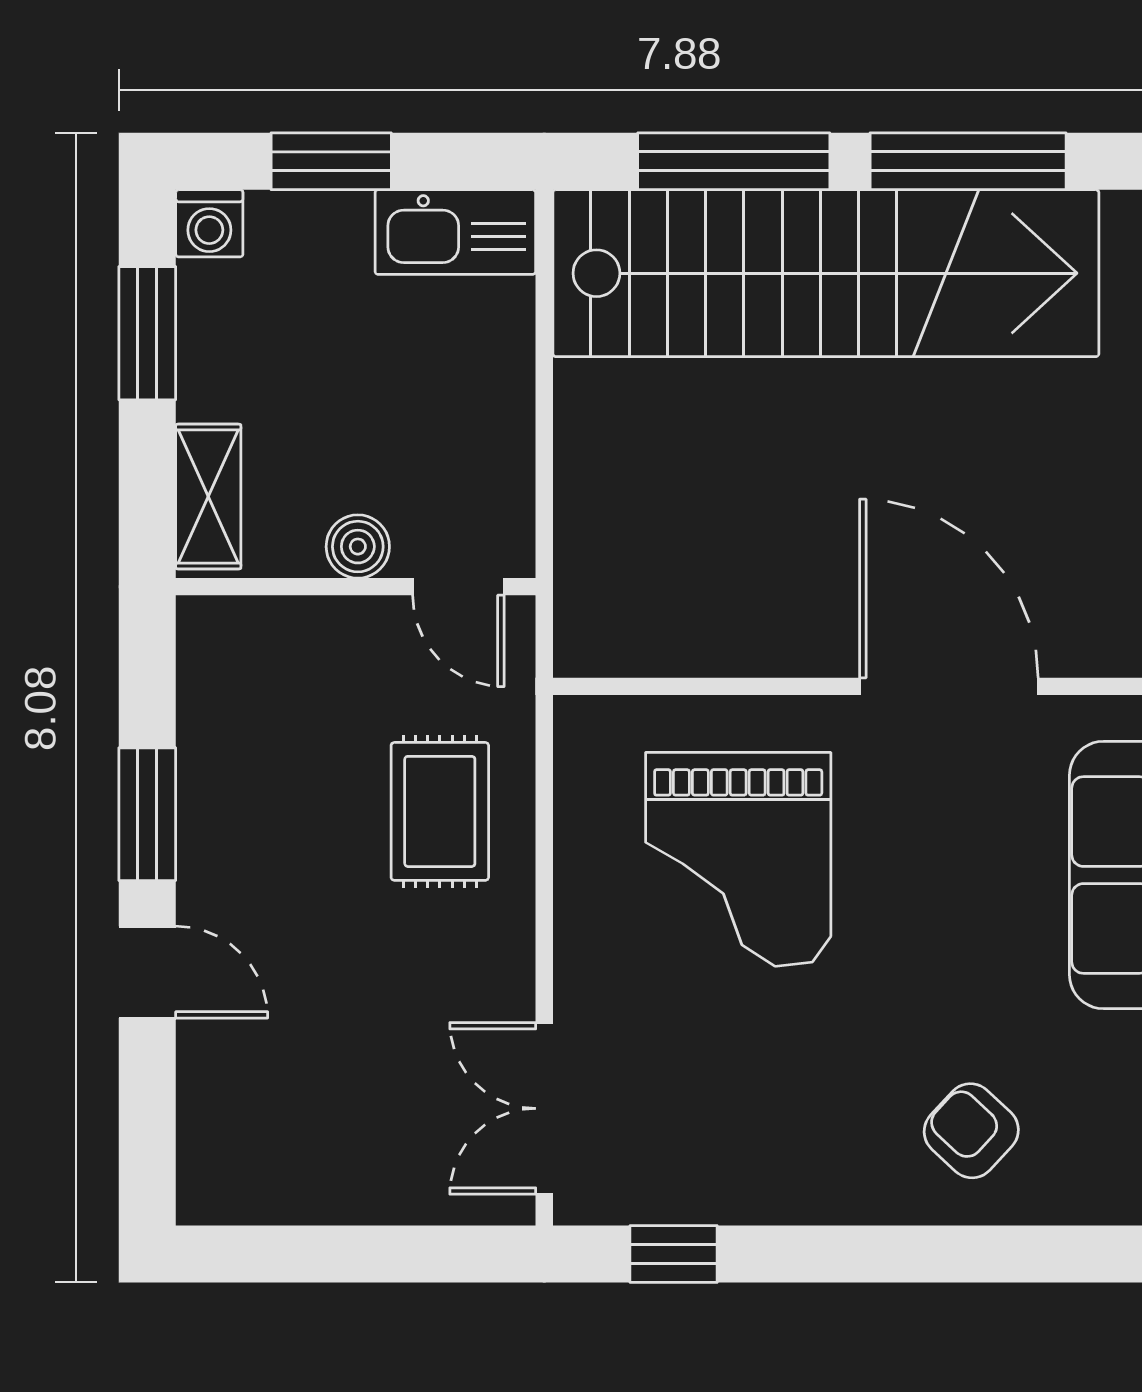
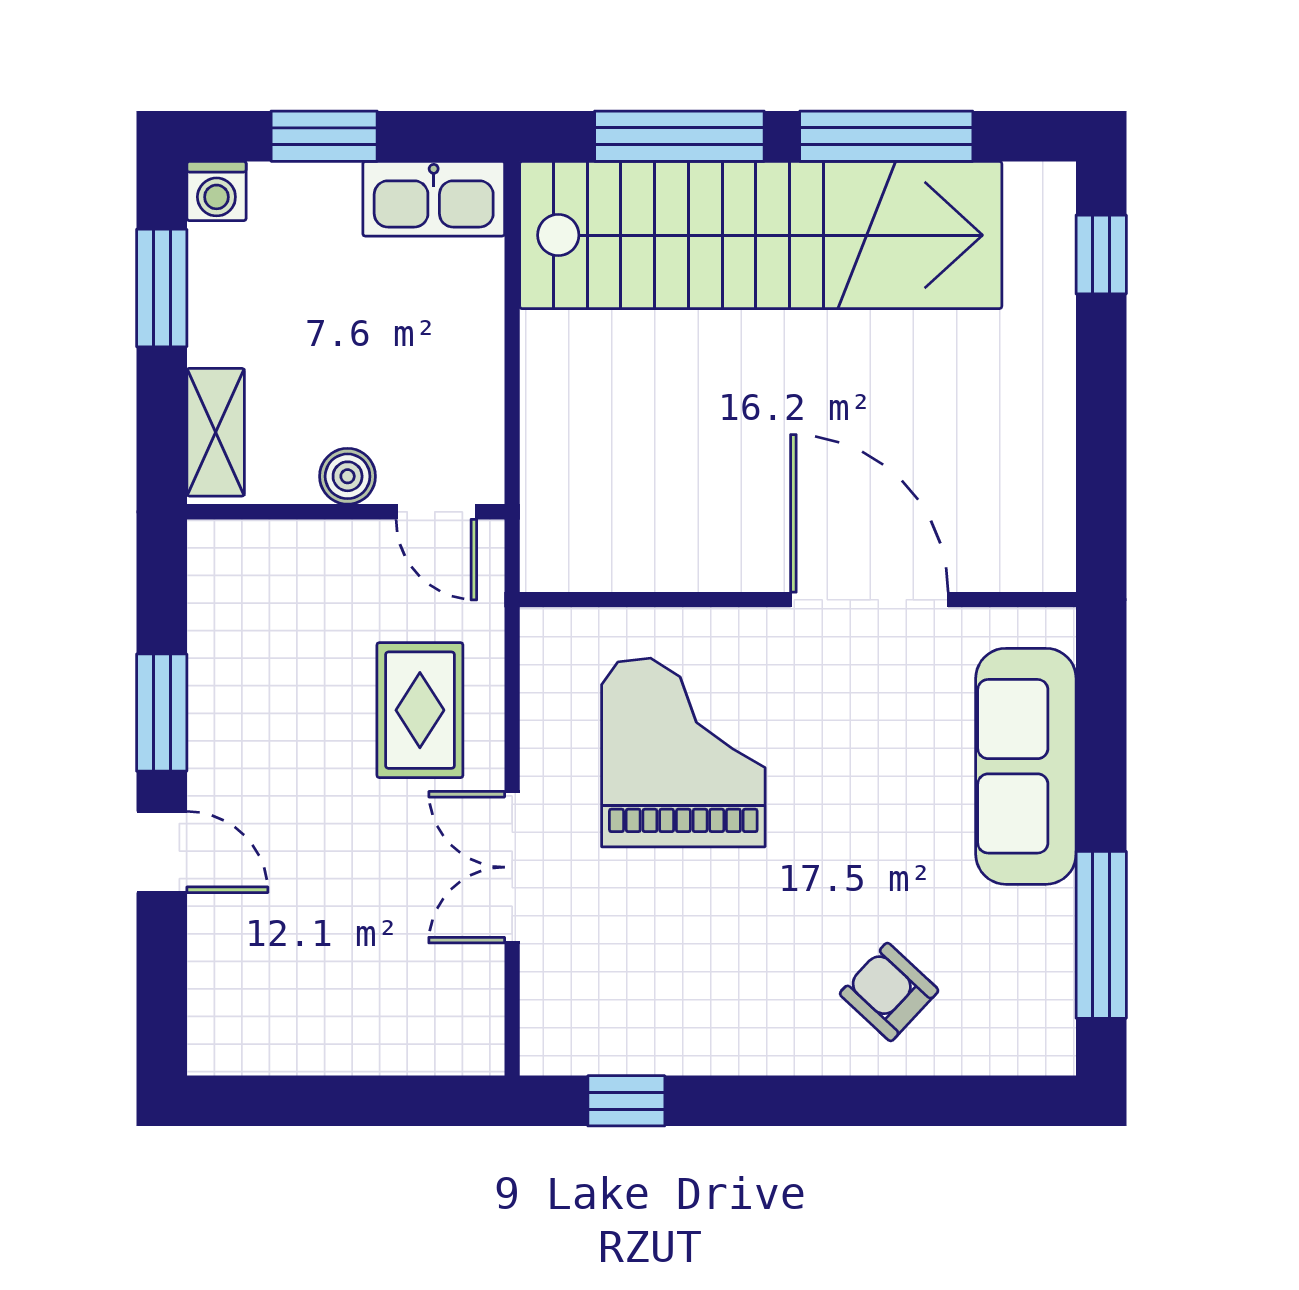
grand piano: (738, 859) -> (683, 752), turned 180
double door: (544, 1108) -> (512, 867), moved

